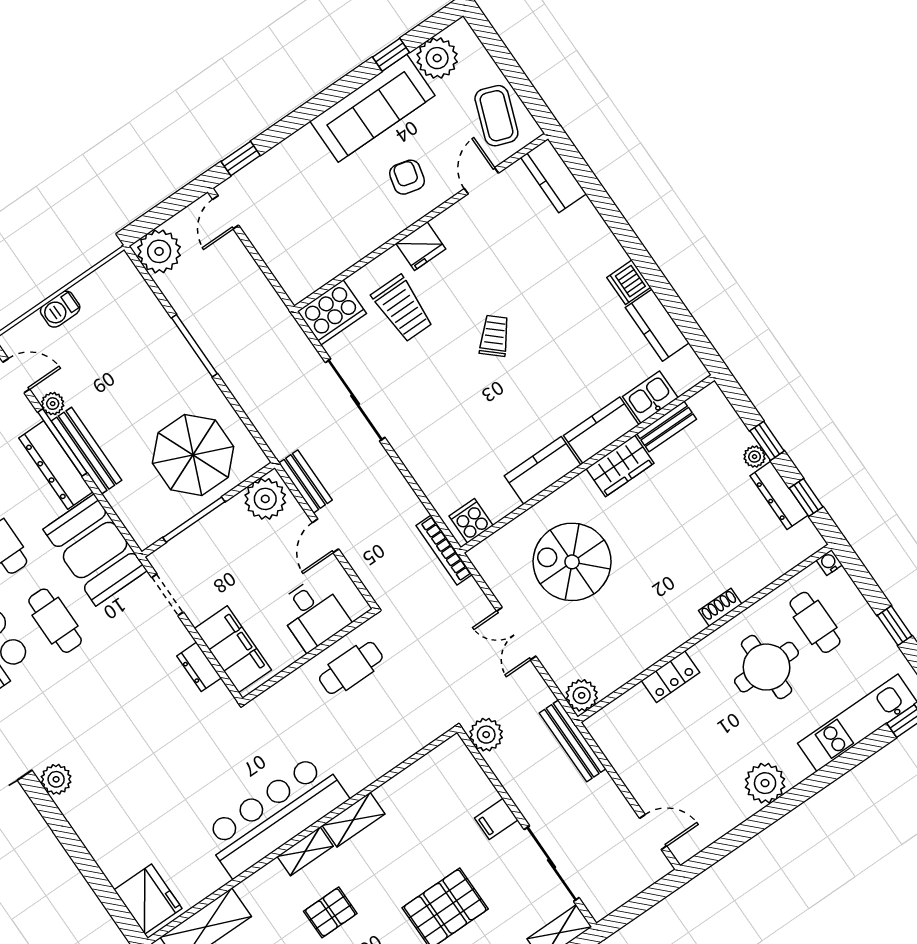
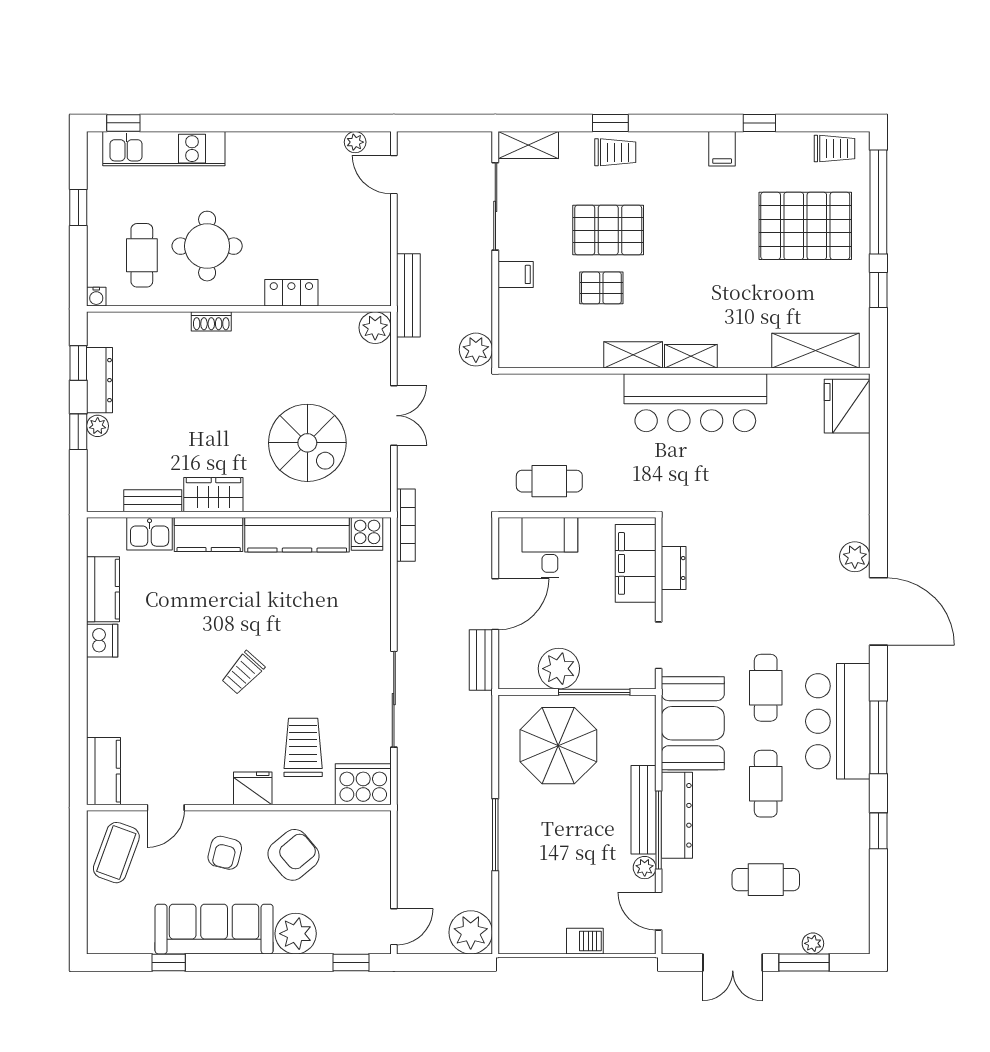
plant: (437, 58) -> (296, 934), moved
armchair: (349, 214) -> (294, 855), added
kitchen counter: (543, 470) -> (297, 535), width x1.50
plant: (265, 499) -> (559, 669), moved
door: (325, 536) -> (495, 604), width x1.38
plant: (765, 783) -> (355, 142), moved, width x0.53, depth x0.53
pallet: (330, 912) -> (601, 288), moved

